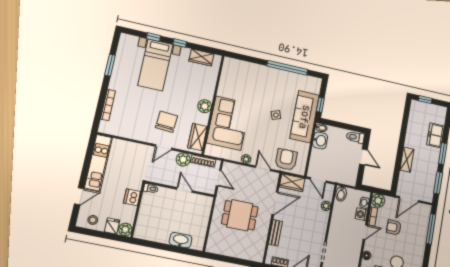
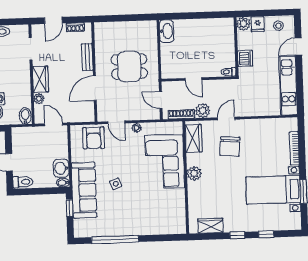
bed with nightstands: (155, 65) -> (273, 190), moved, turned -90
wardrobe: (292, 183) -> (41, 79), moved, turned 90
washbasin: (181, 240) -> (167, 31), moved, turned -90

